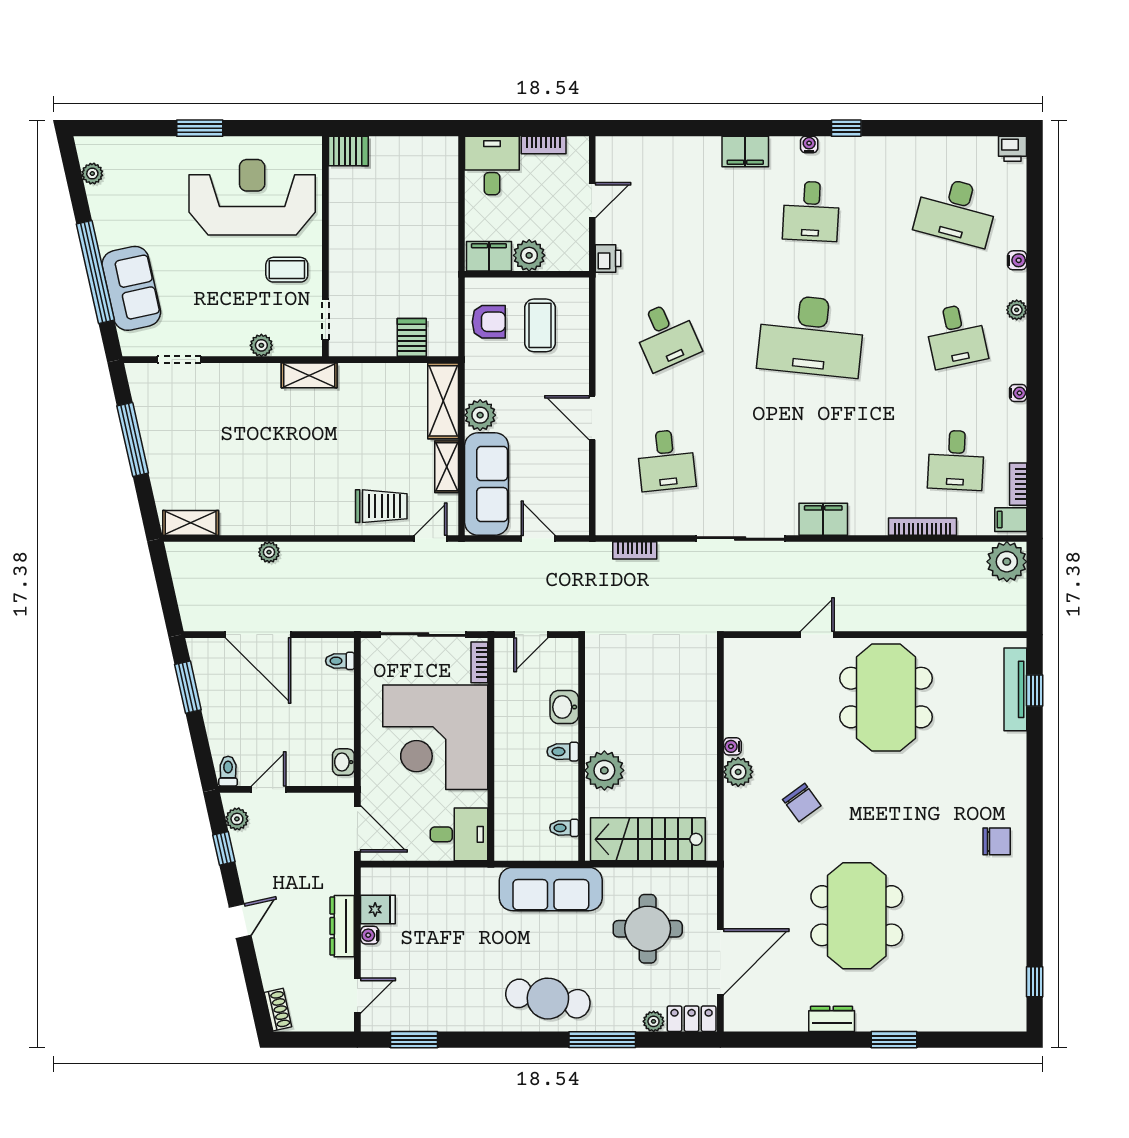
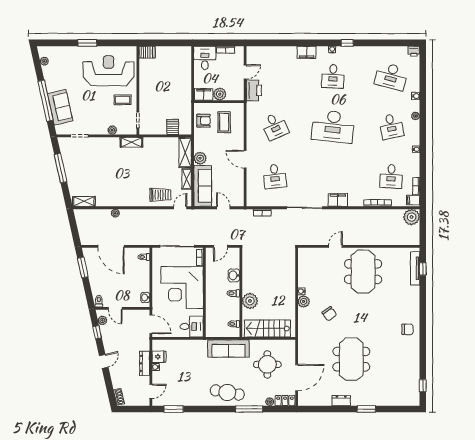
printer: (608, 258) -> (254, 90), width x1.87, depth x1.48
door: (269, 789) -> (115, 308), swing flipped

